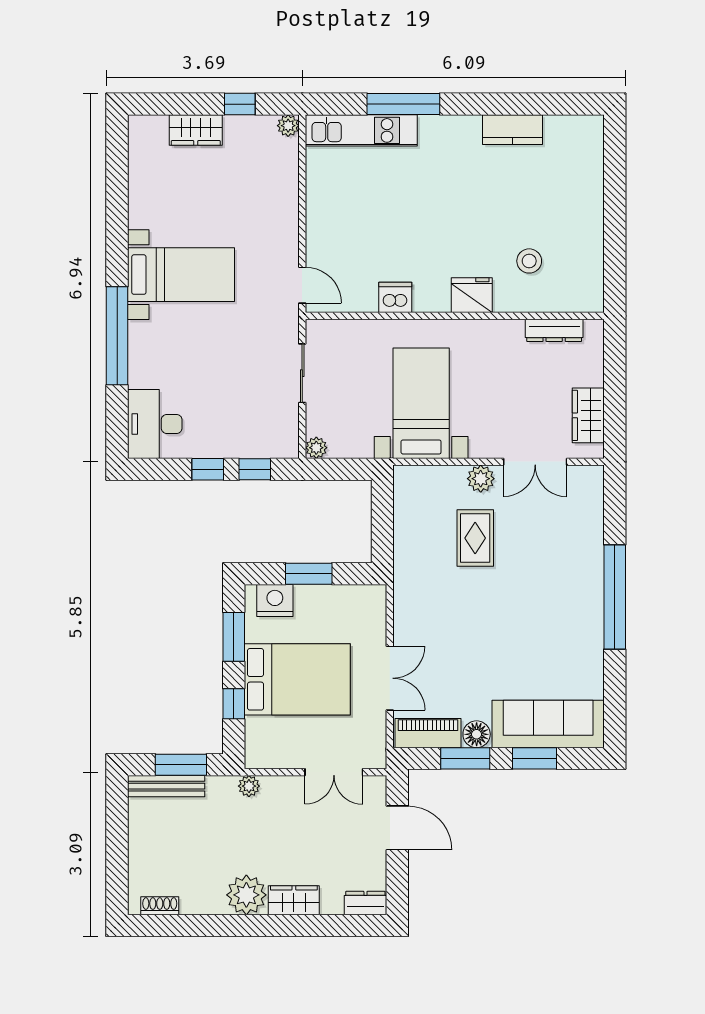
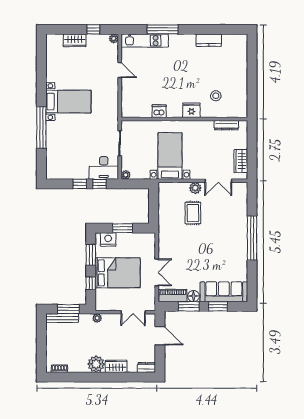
door: (302, 285) -> (120, 70), moved
desk: (155, 424) -> (104, 168), moved, turned -90

